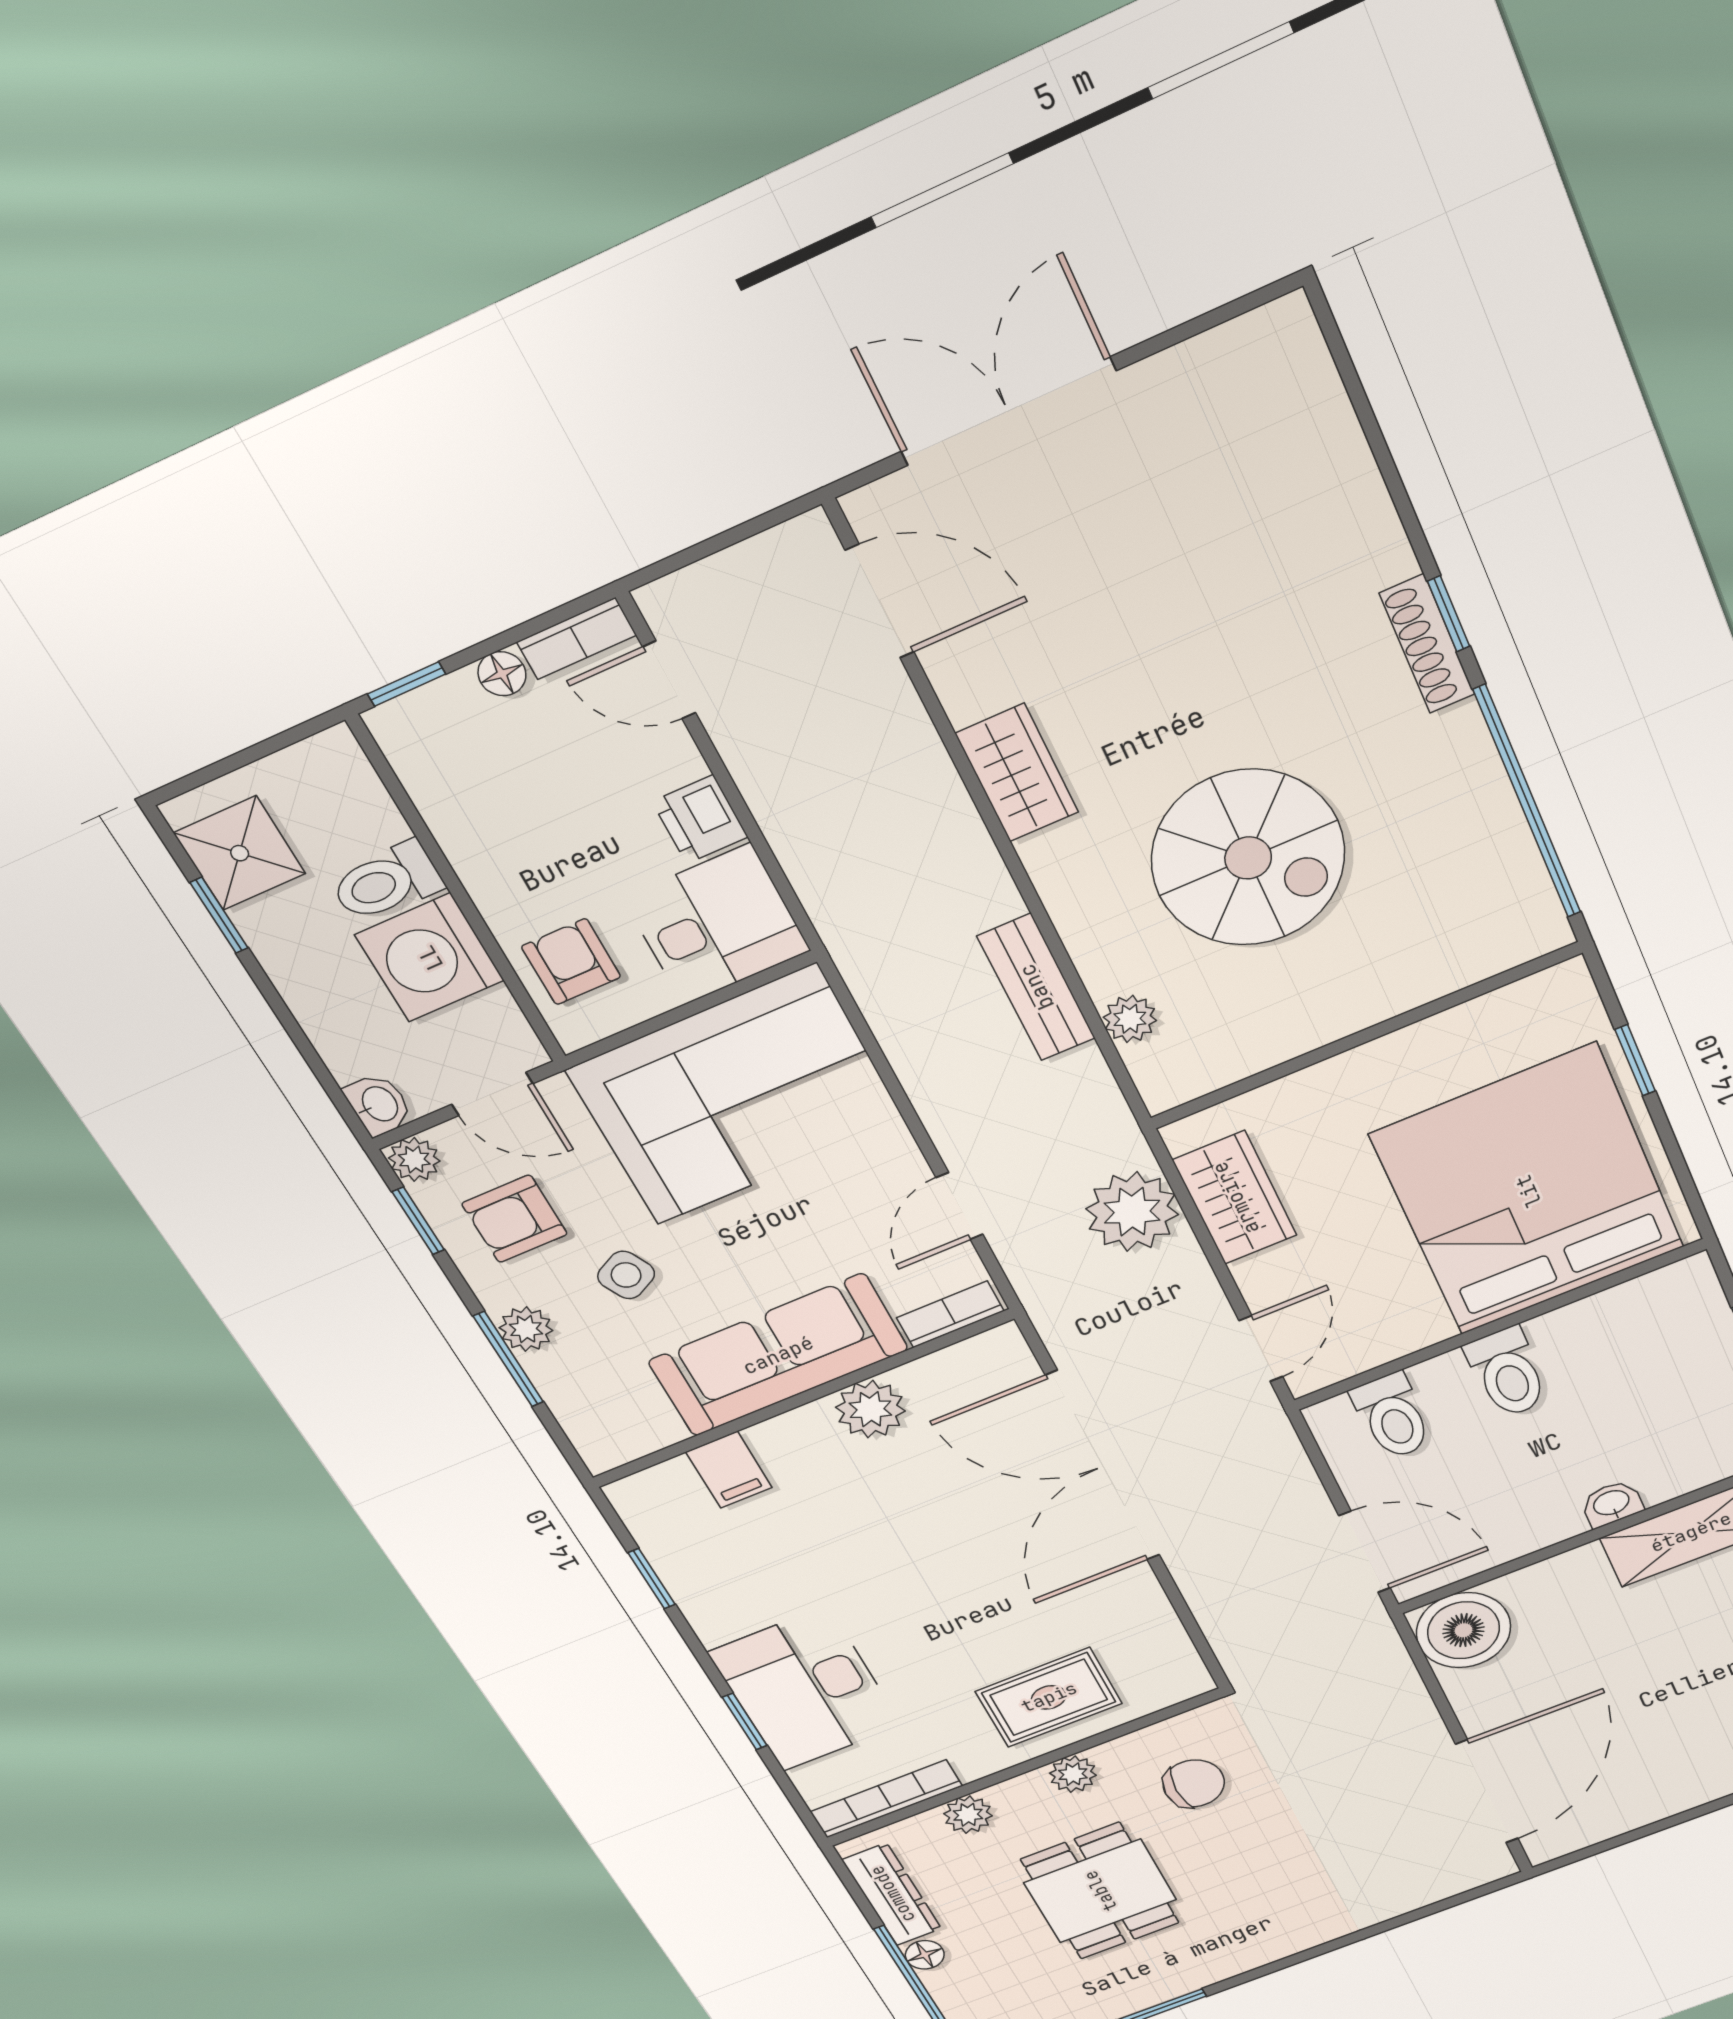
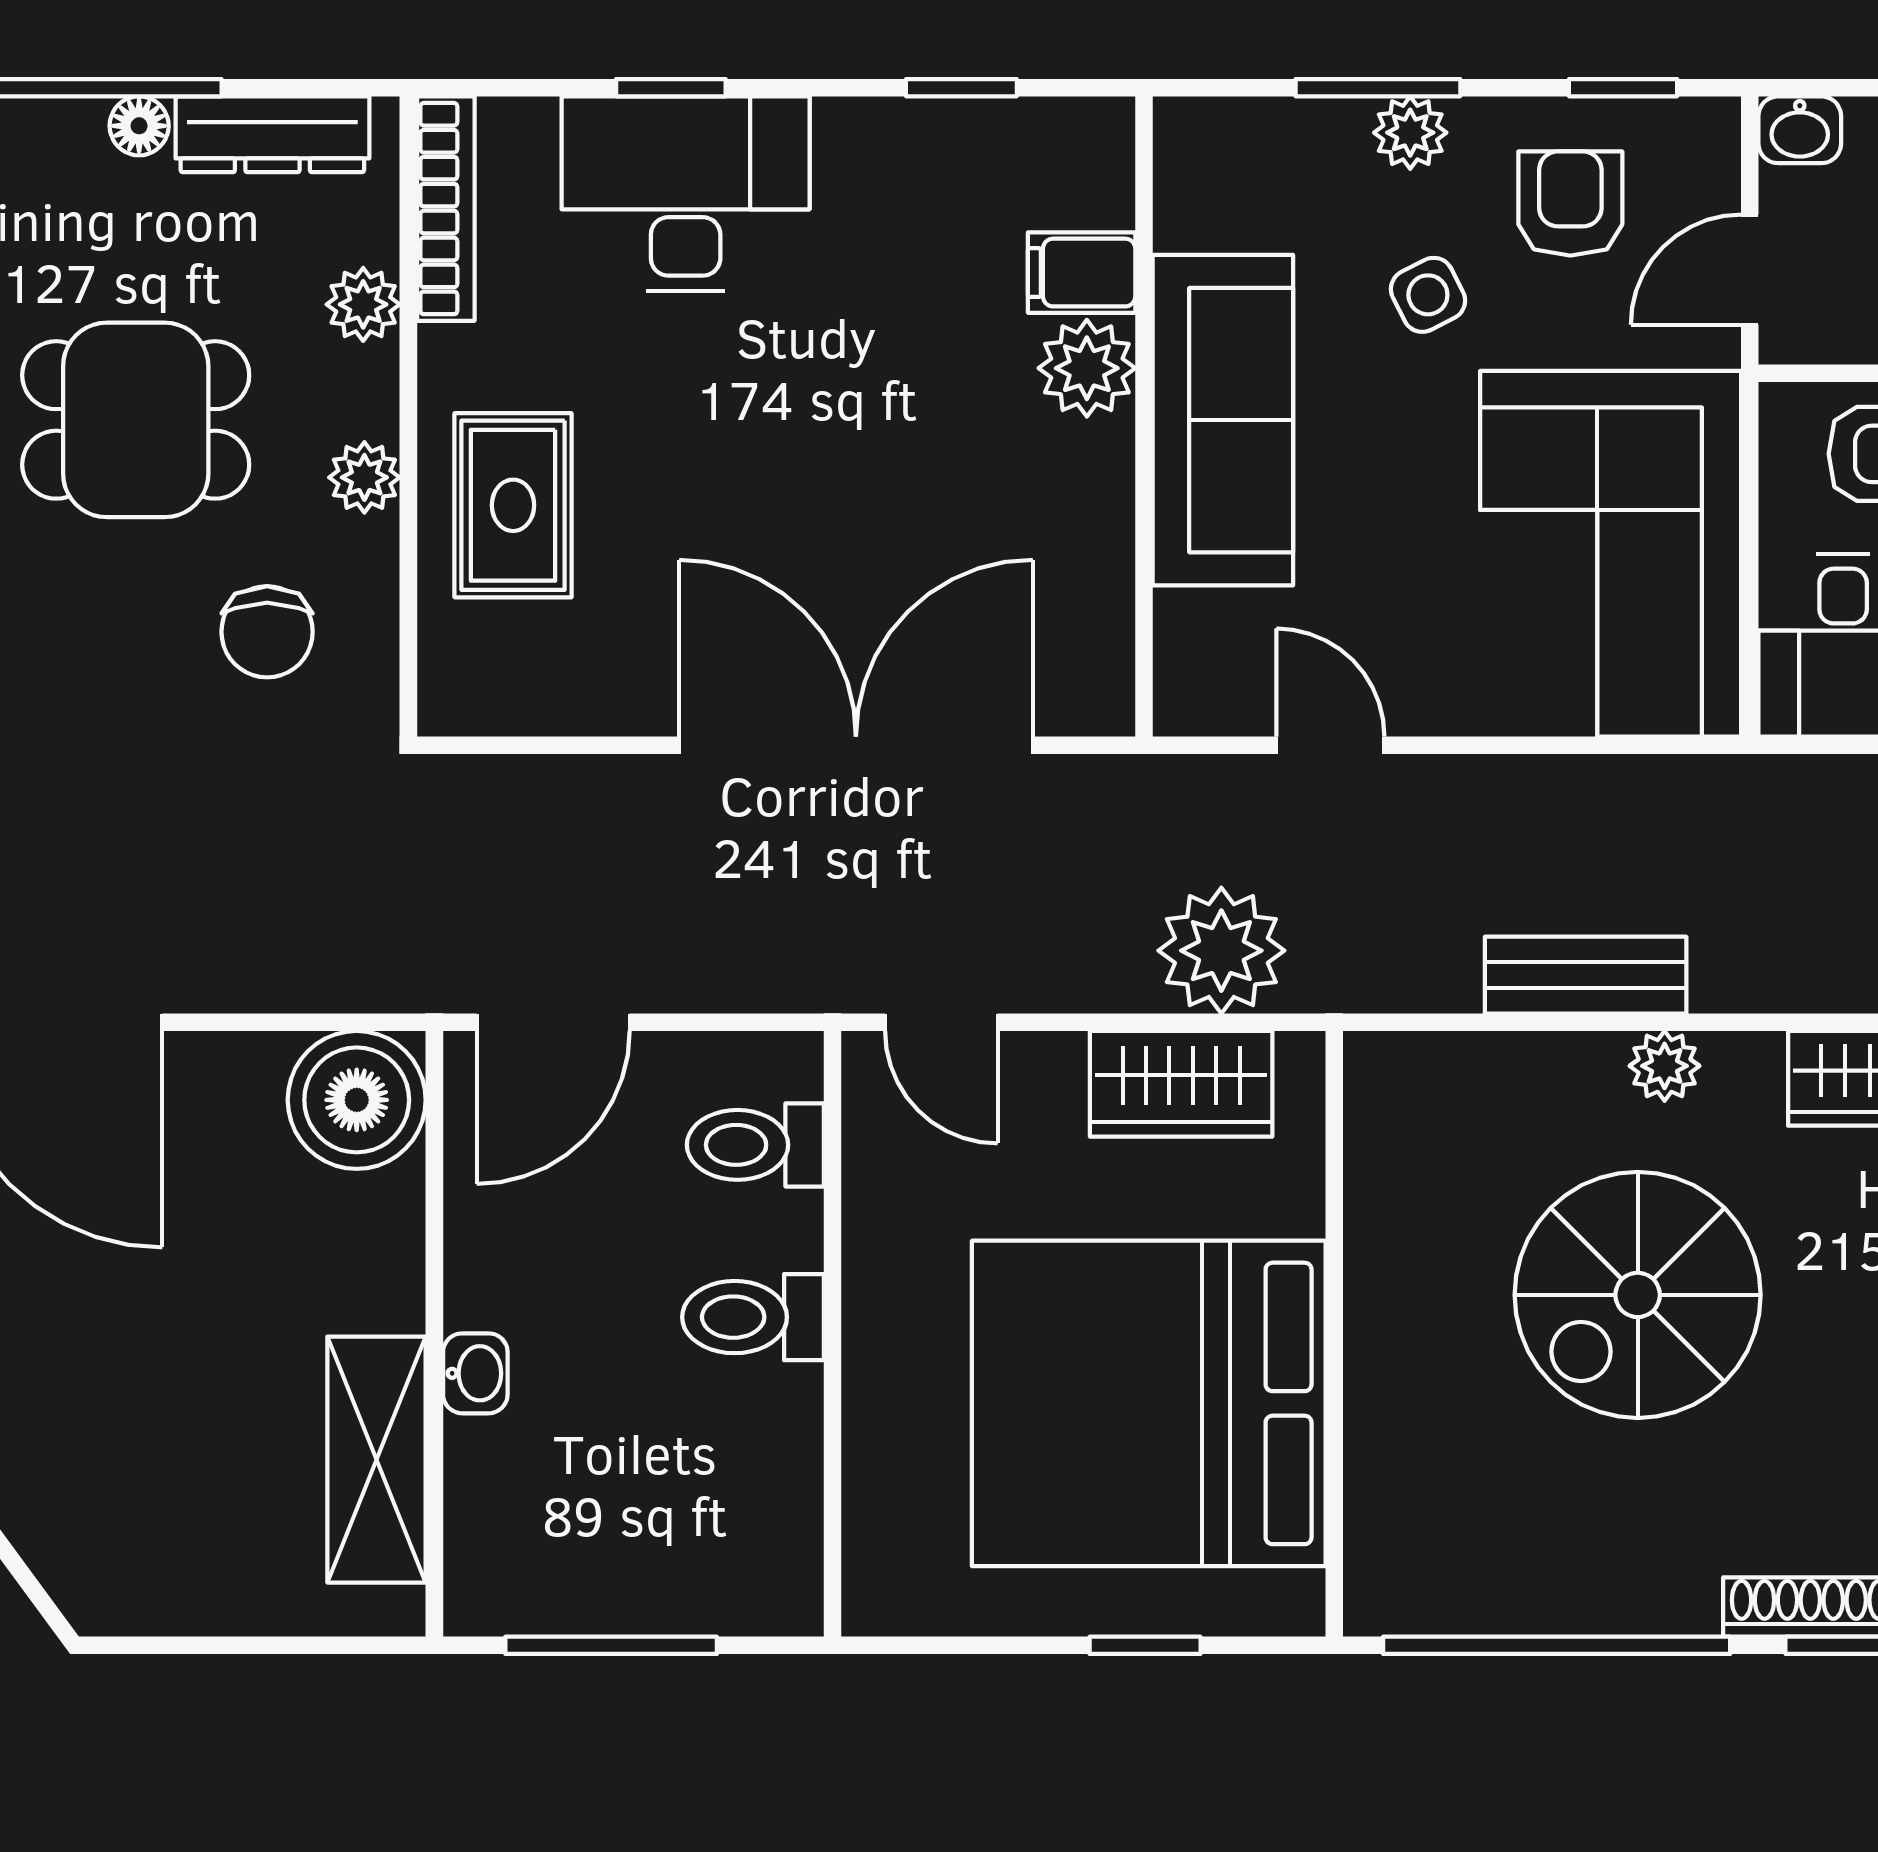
plant: (1130, 1019) -> (1665, 1066), moved
plant: (414, 1159) -> (1707, 130), removed
bed: (1528, 1191) -> (1149, 1403), moved, turned 180
bookcase: (950, 1314) -> (1180, 661), removed
plant: (870, 1409) -> (1087, 368), moved

